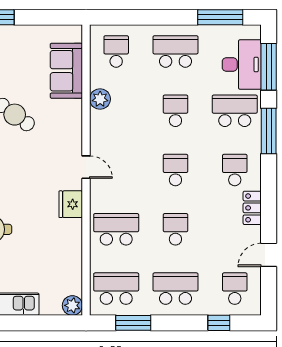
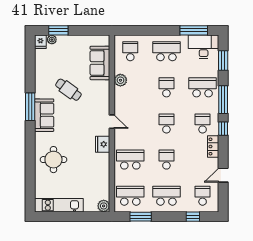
desk: (242, 64) -> (204, 47), moved, turned -90
window: (269, 67) -> (223, 61), width x0.69
window: (269, 179) -> (223, 129), added

